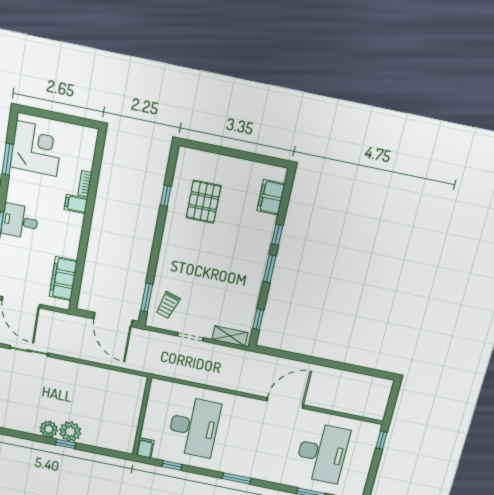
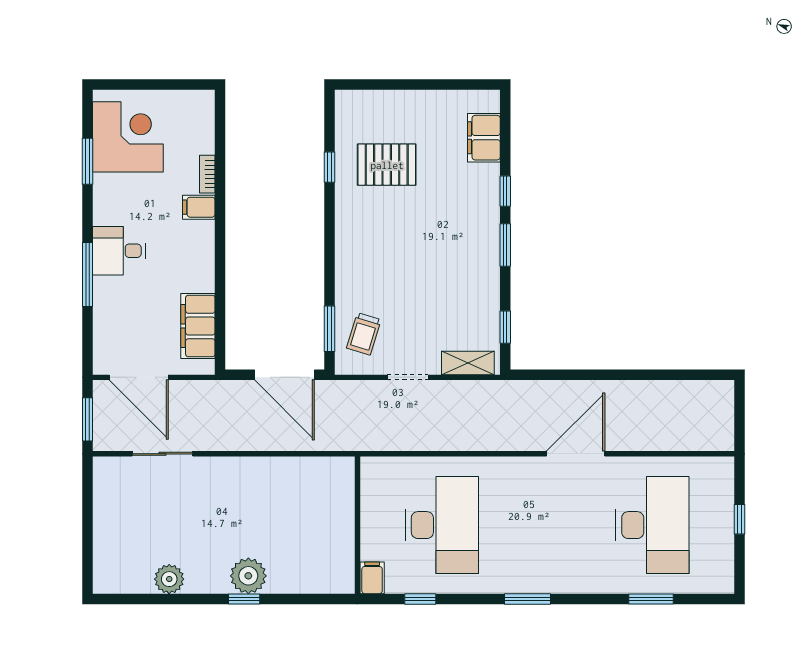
pallet: (204, 202) -> (387, 165), turned 90
plant: (49, 429) -> (169, 579), moved
window: (381, 440) -> (739, 519), moved

